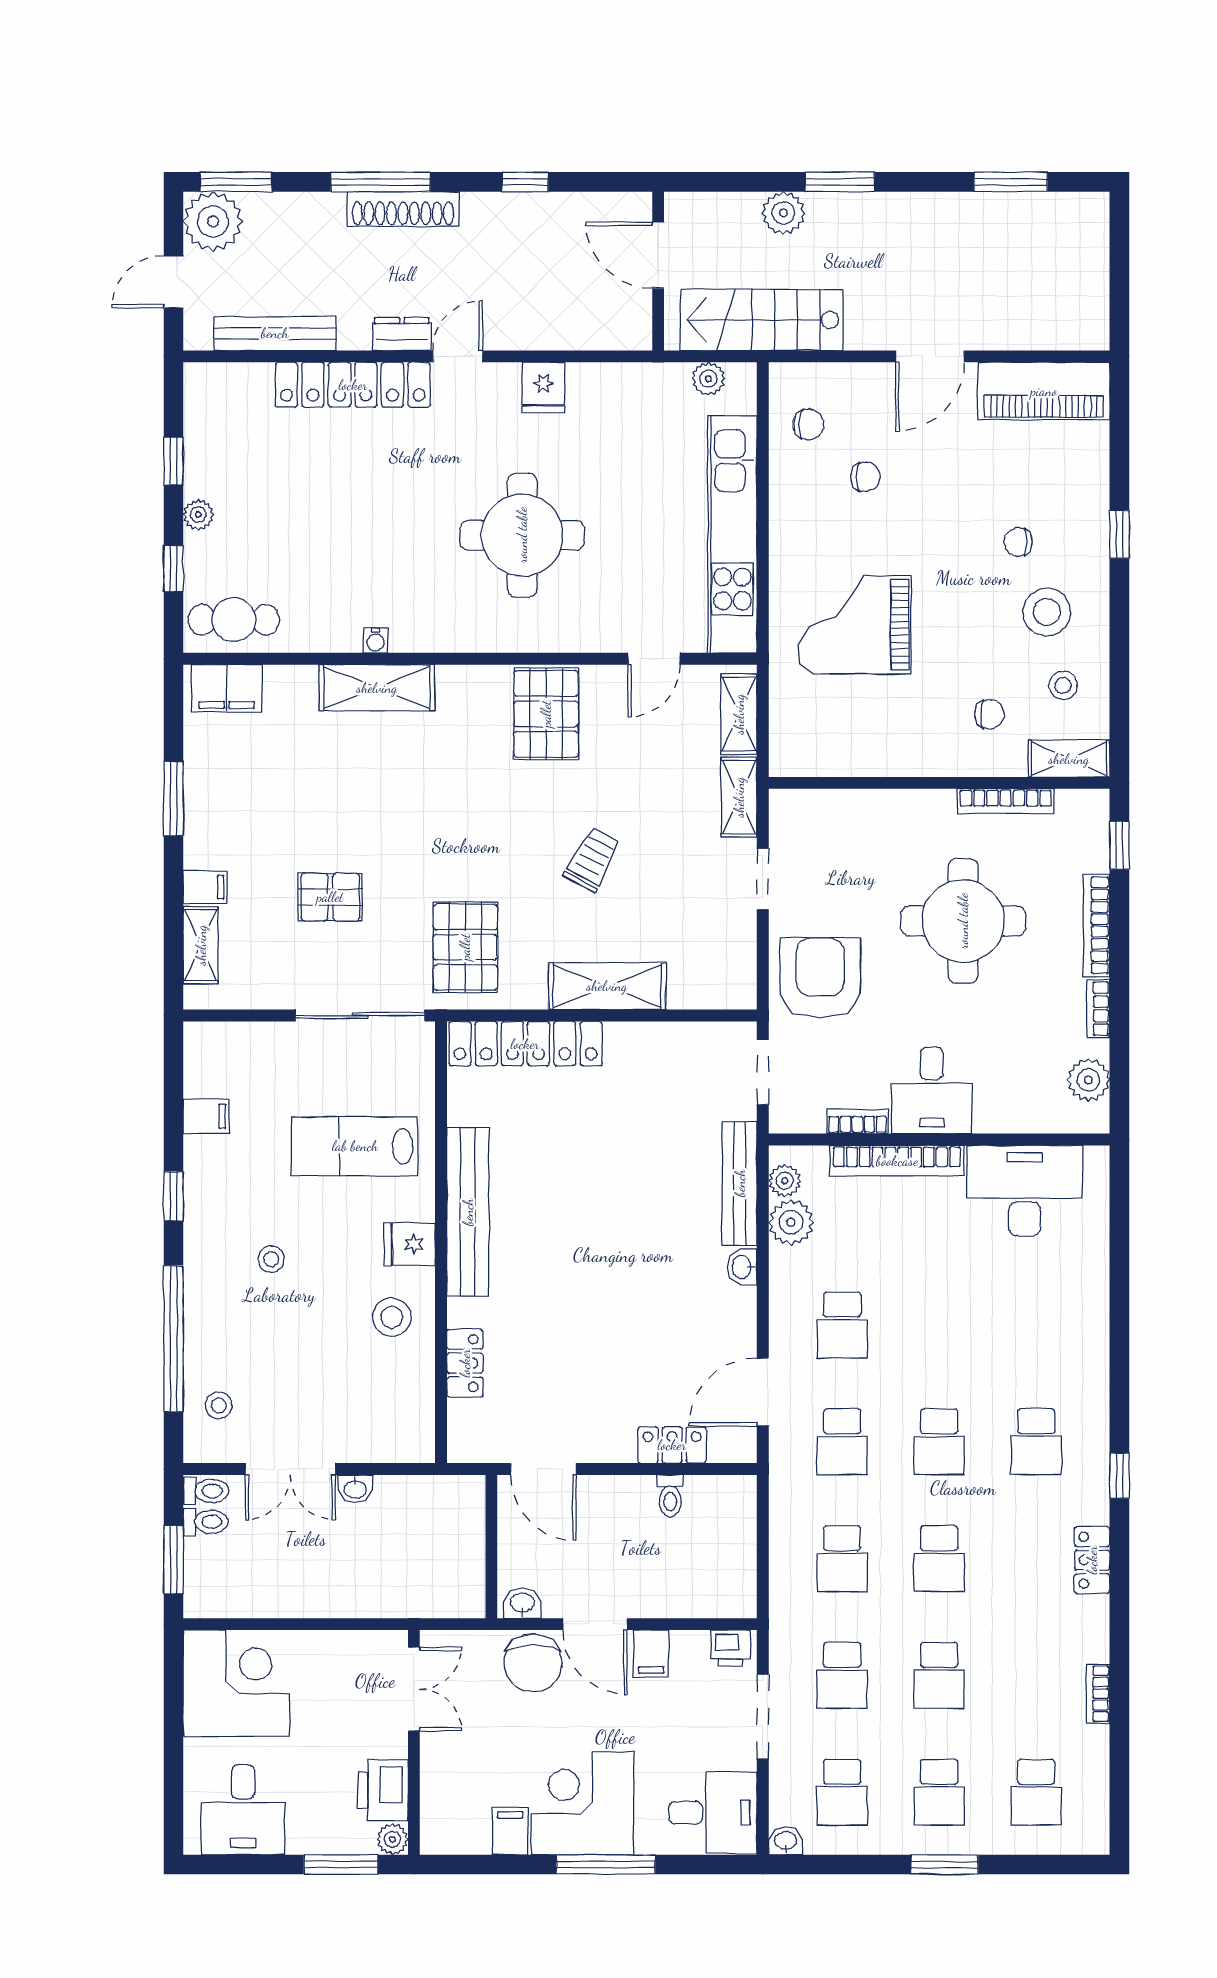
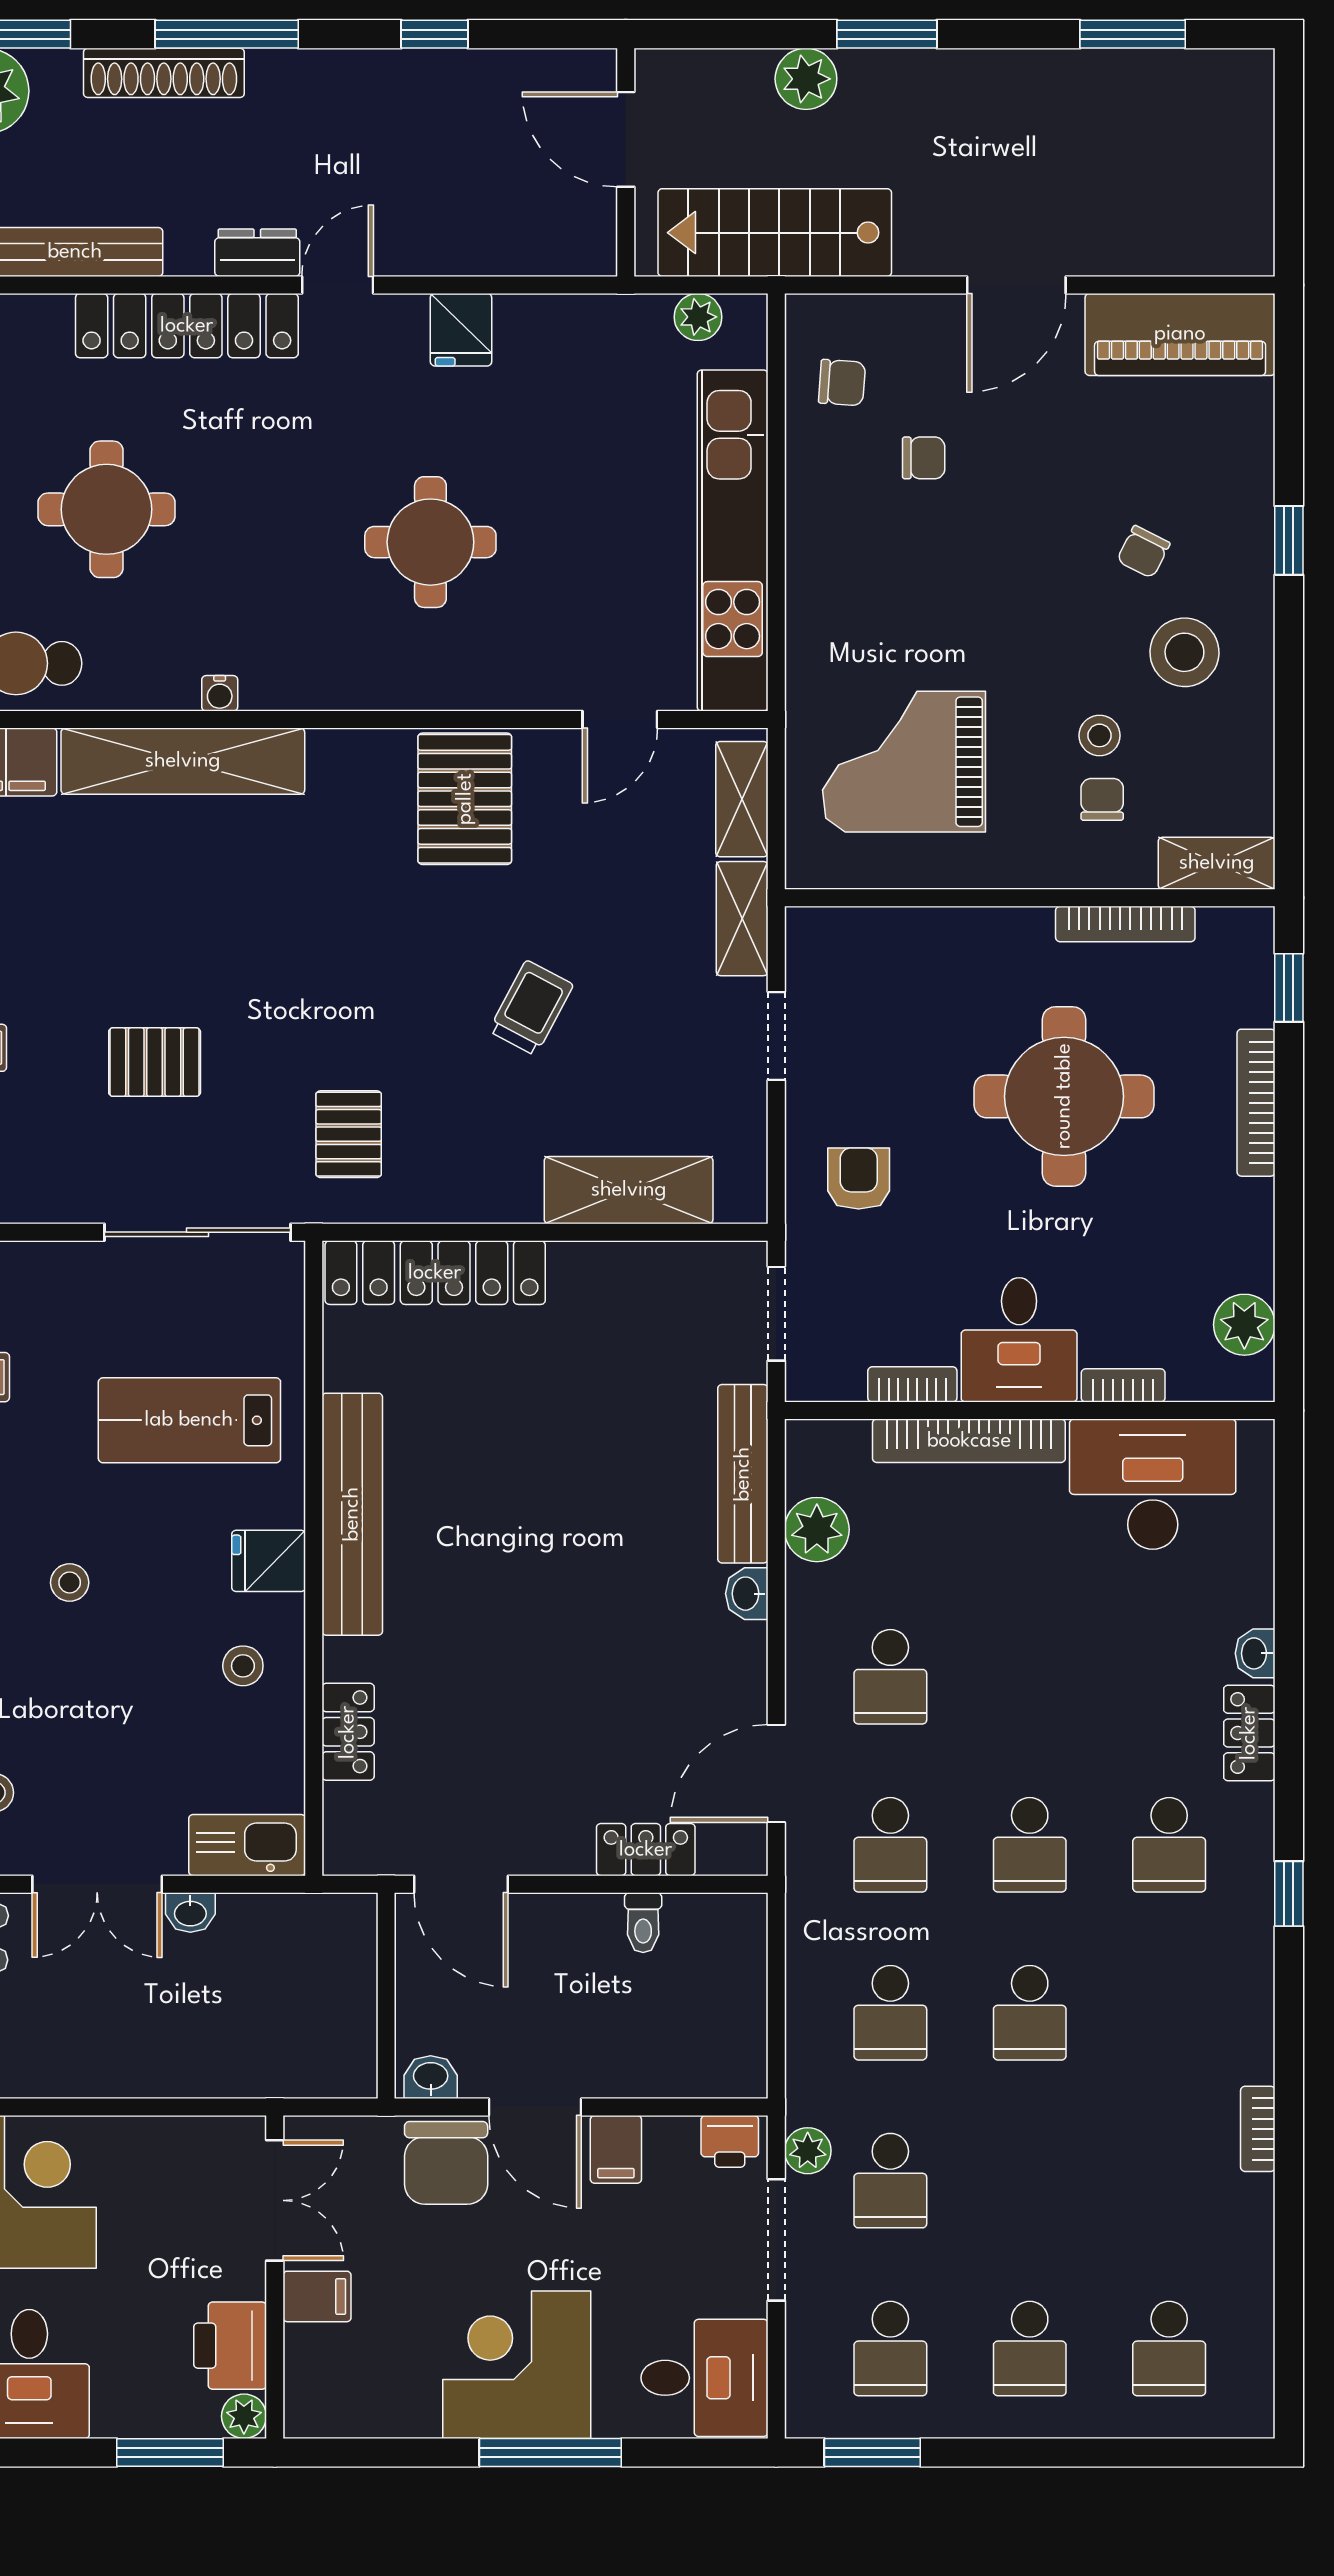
shoe rack: (403, 209) -> (164, 73), moved
round table: (297, 513) -> (107, 509), added
round table: (522, 535) -> (430, 542), width x0.73, depth x0.73
chair: (1018, 542) -> (1143, 552), turned -63
grand piano: (854, 625) -> (904, 762), moved
stool: (1063, 685) -> (1100, 735), moved
shelving: (377, 688) -> (183, 761), width x1.47
chair: (990, 714) -> (1102, 799), turned -90
pallet: (465, 947) -> (349, 1134), width x0.67, depth x0.71
armchair: (820, 978) -> (859, 1179), width x0.53, depth x0.53
shelving: (607, 986) -> (629, 1190), moved
bookcase: (1098, 1009) -> (1123, 1385), moved, turned 90
plant: (785, 1181) -> (808, 2151), moved
stool: (392, 1317) -> (243, 1666), width x0.73, depth x0.73
kitchen sink: (395, 1442) -> (247, 1845), added
locker: (1092, 1560) -> (1249, 1733), moved
school desk: (939, 1675) -> (1030, 2181), removed
bookcase: (1098, 1694) -> (1258, 2129), moved
filing cabinet: (510, 1831) -> (317, 2296), moved, turned 90
washbasin: (786, 1841) -> (1255, 1653), moved, turned -90
window: (945, 1865) -> (872, 2453), moved

